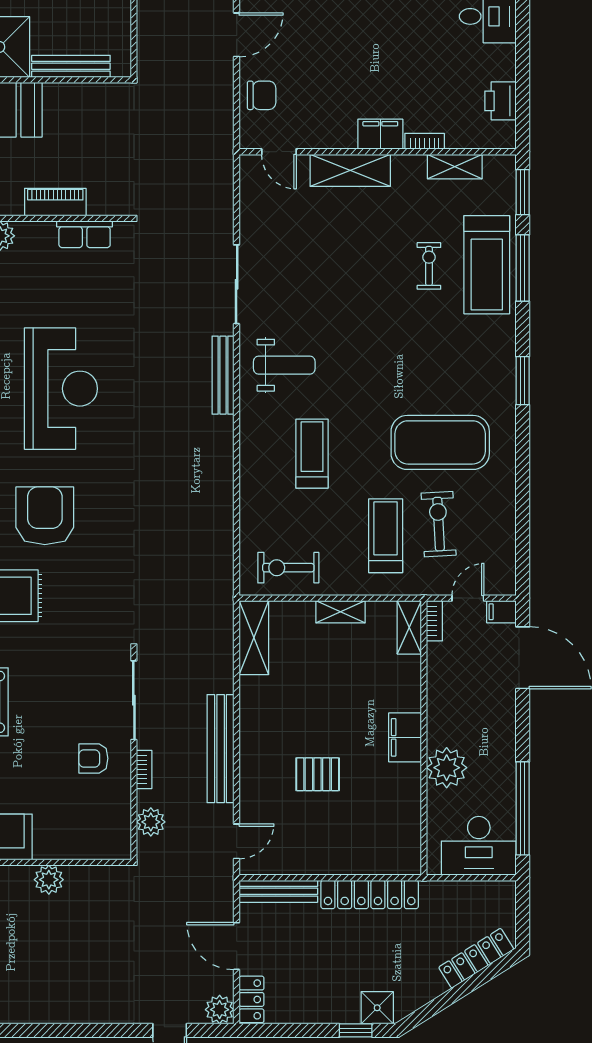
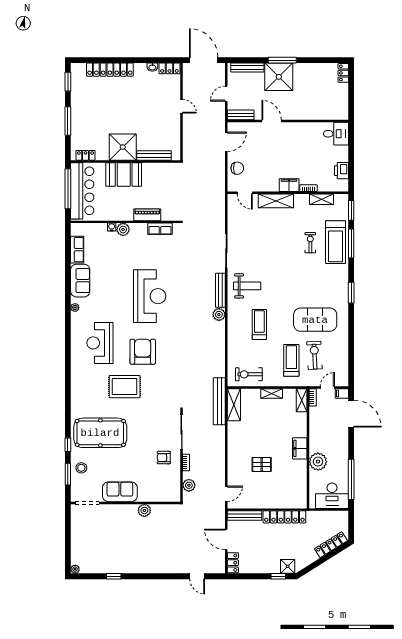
bench: (221, 749) -> (219, 401), moved
plant: (220, 1010) -> (219, 315), moved

